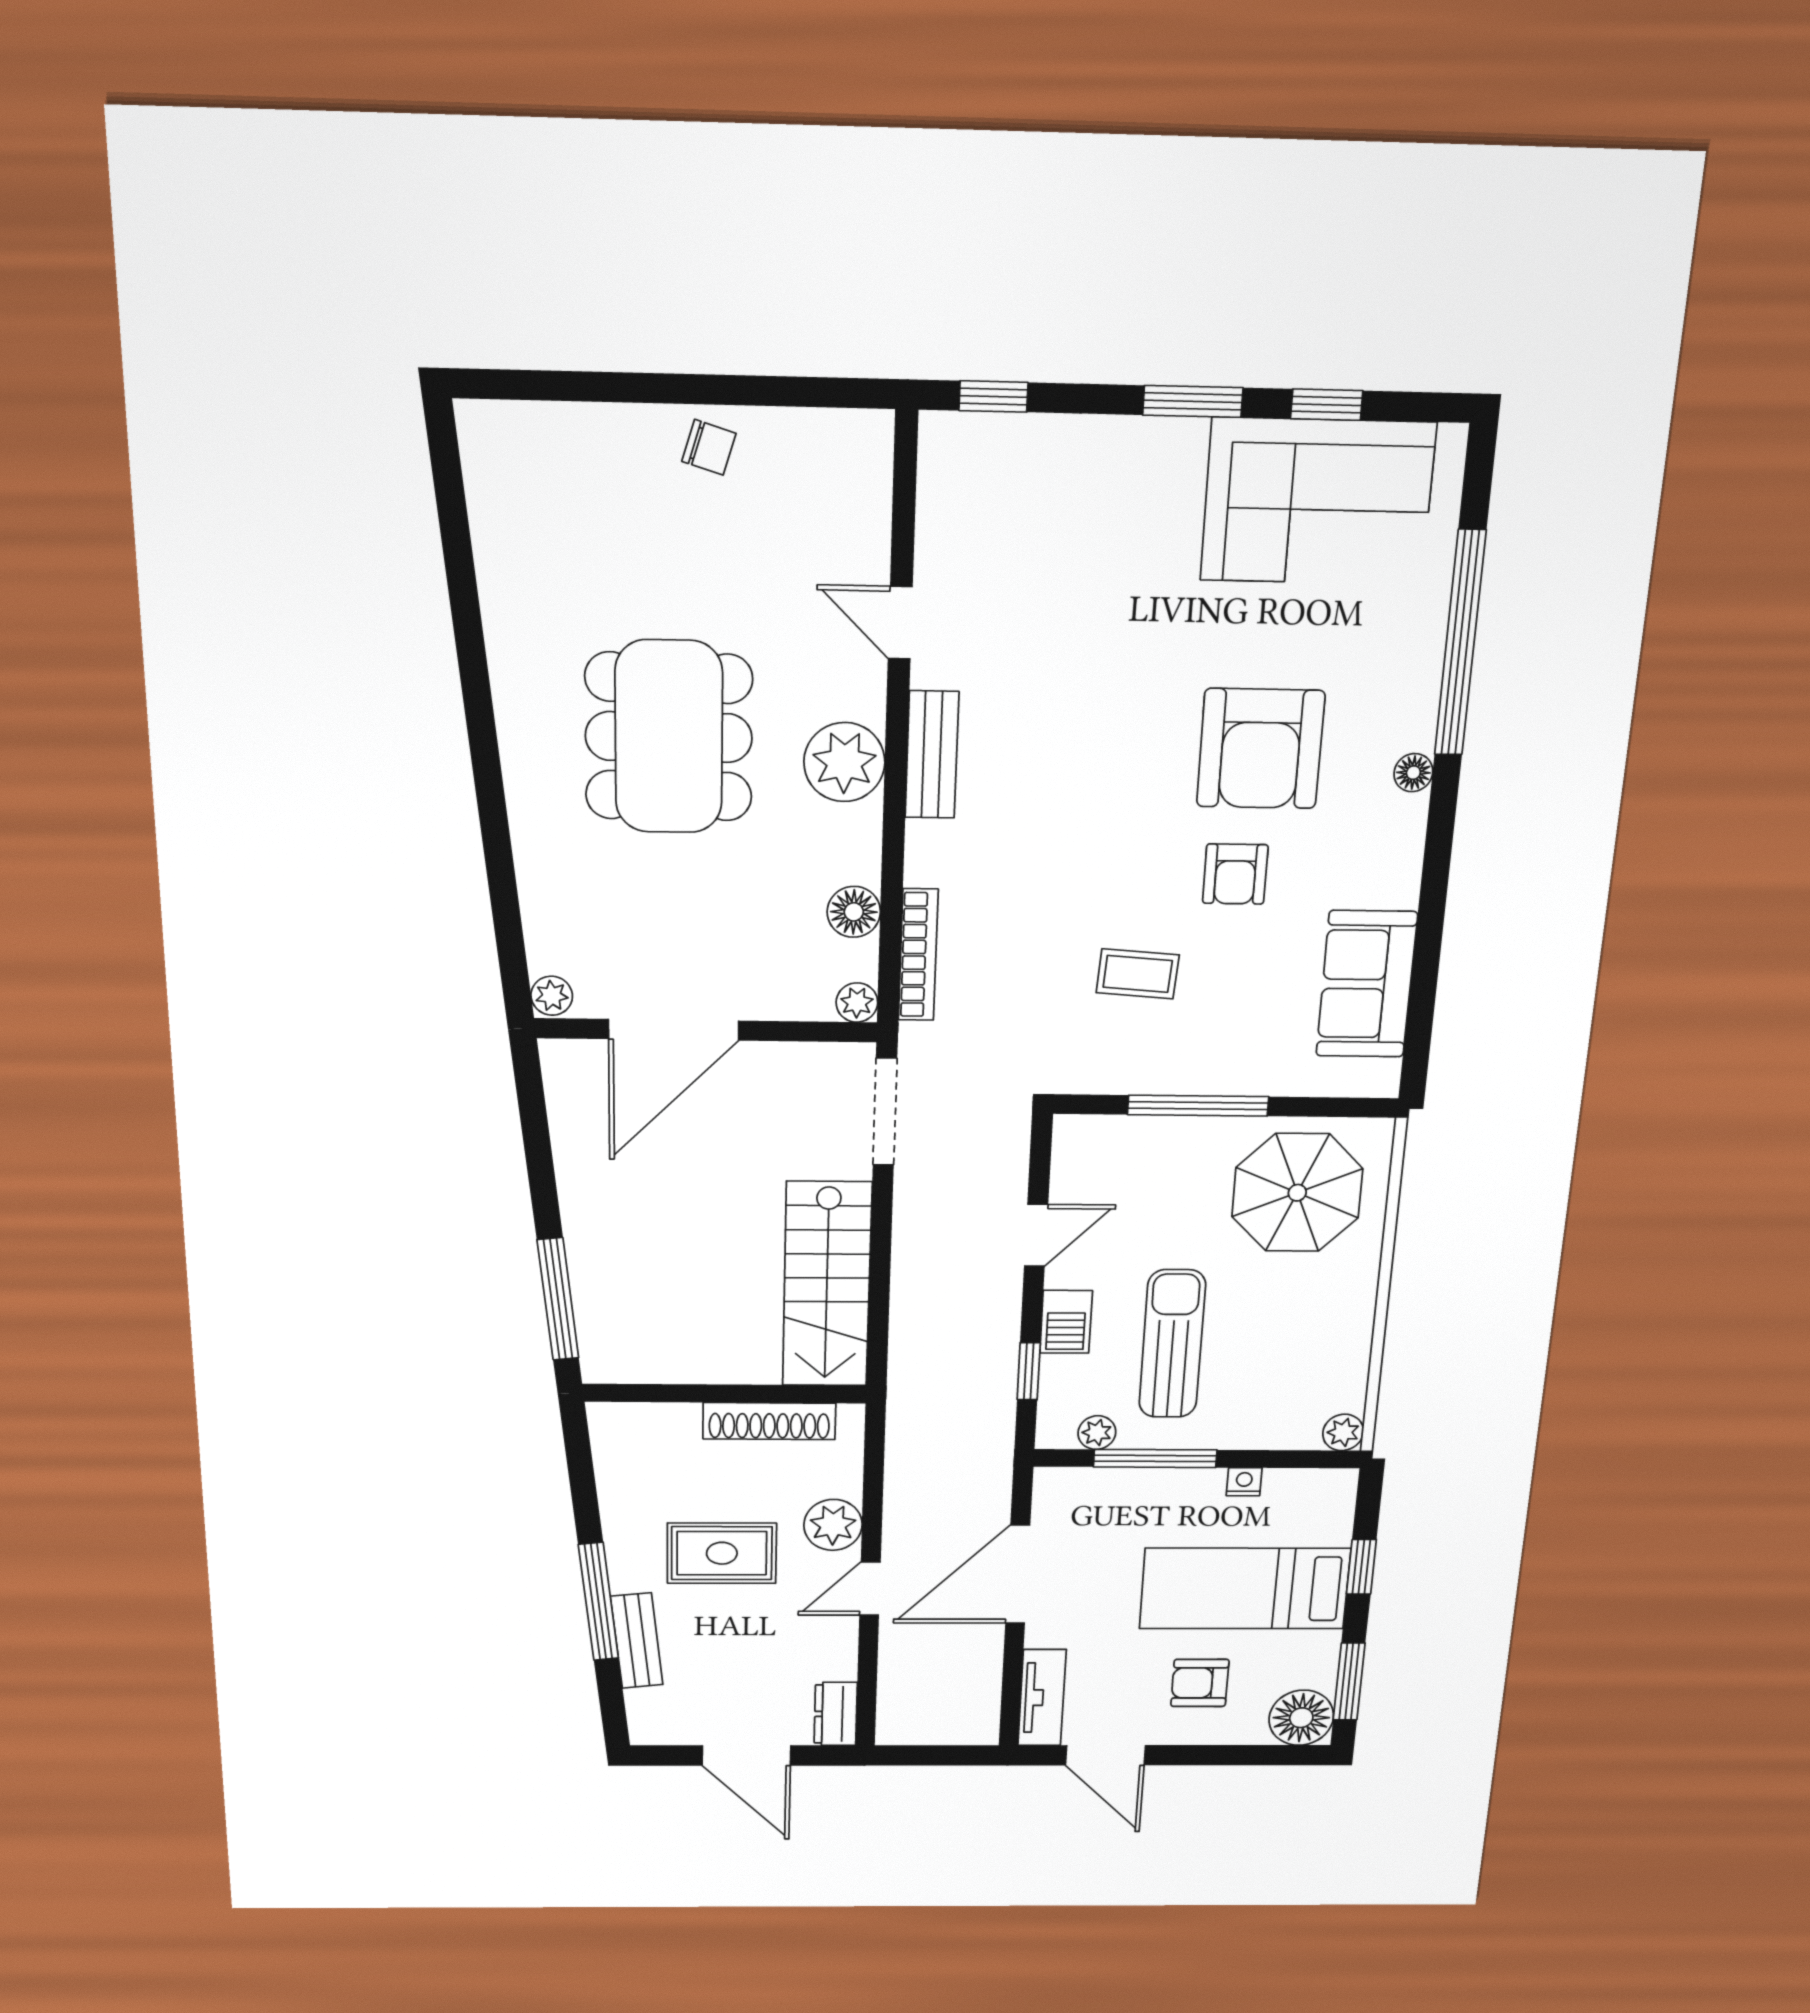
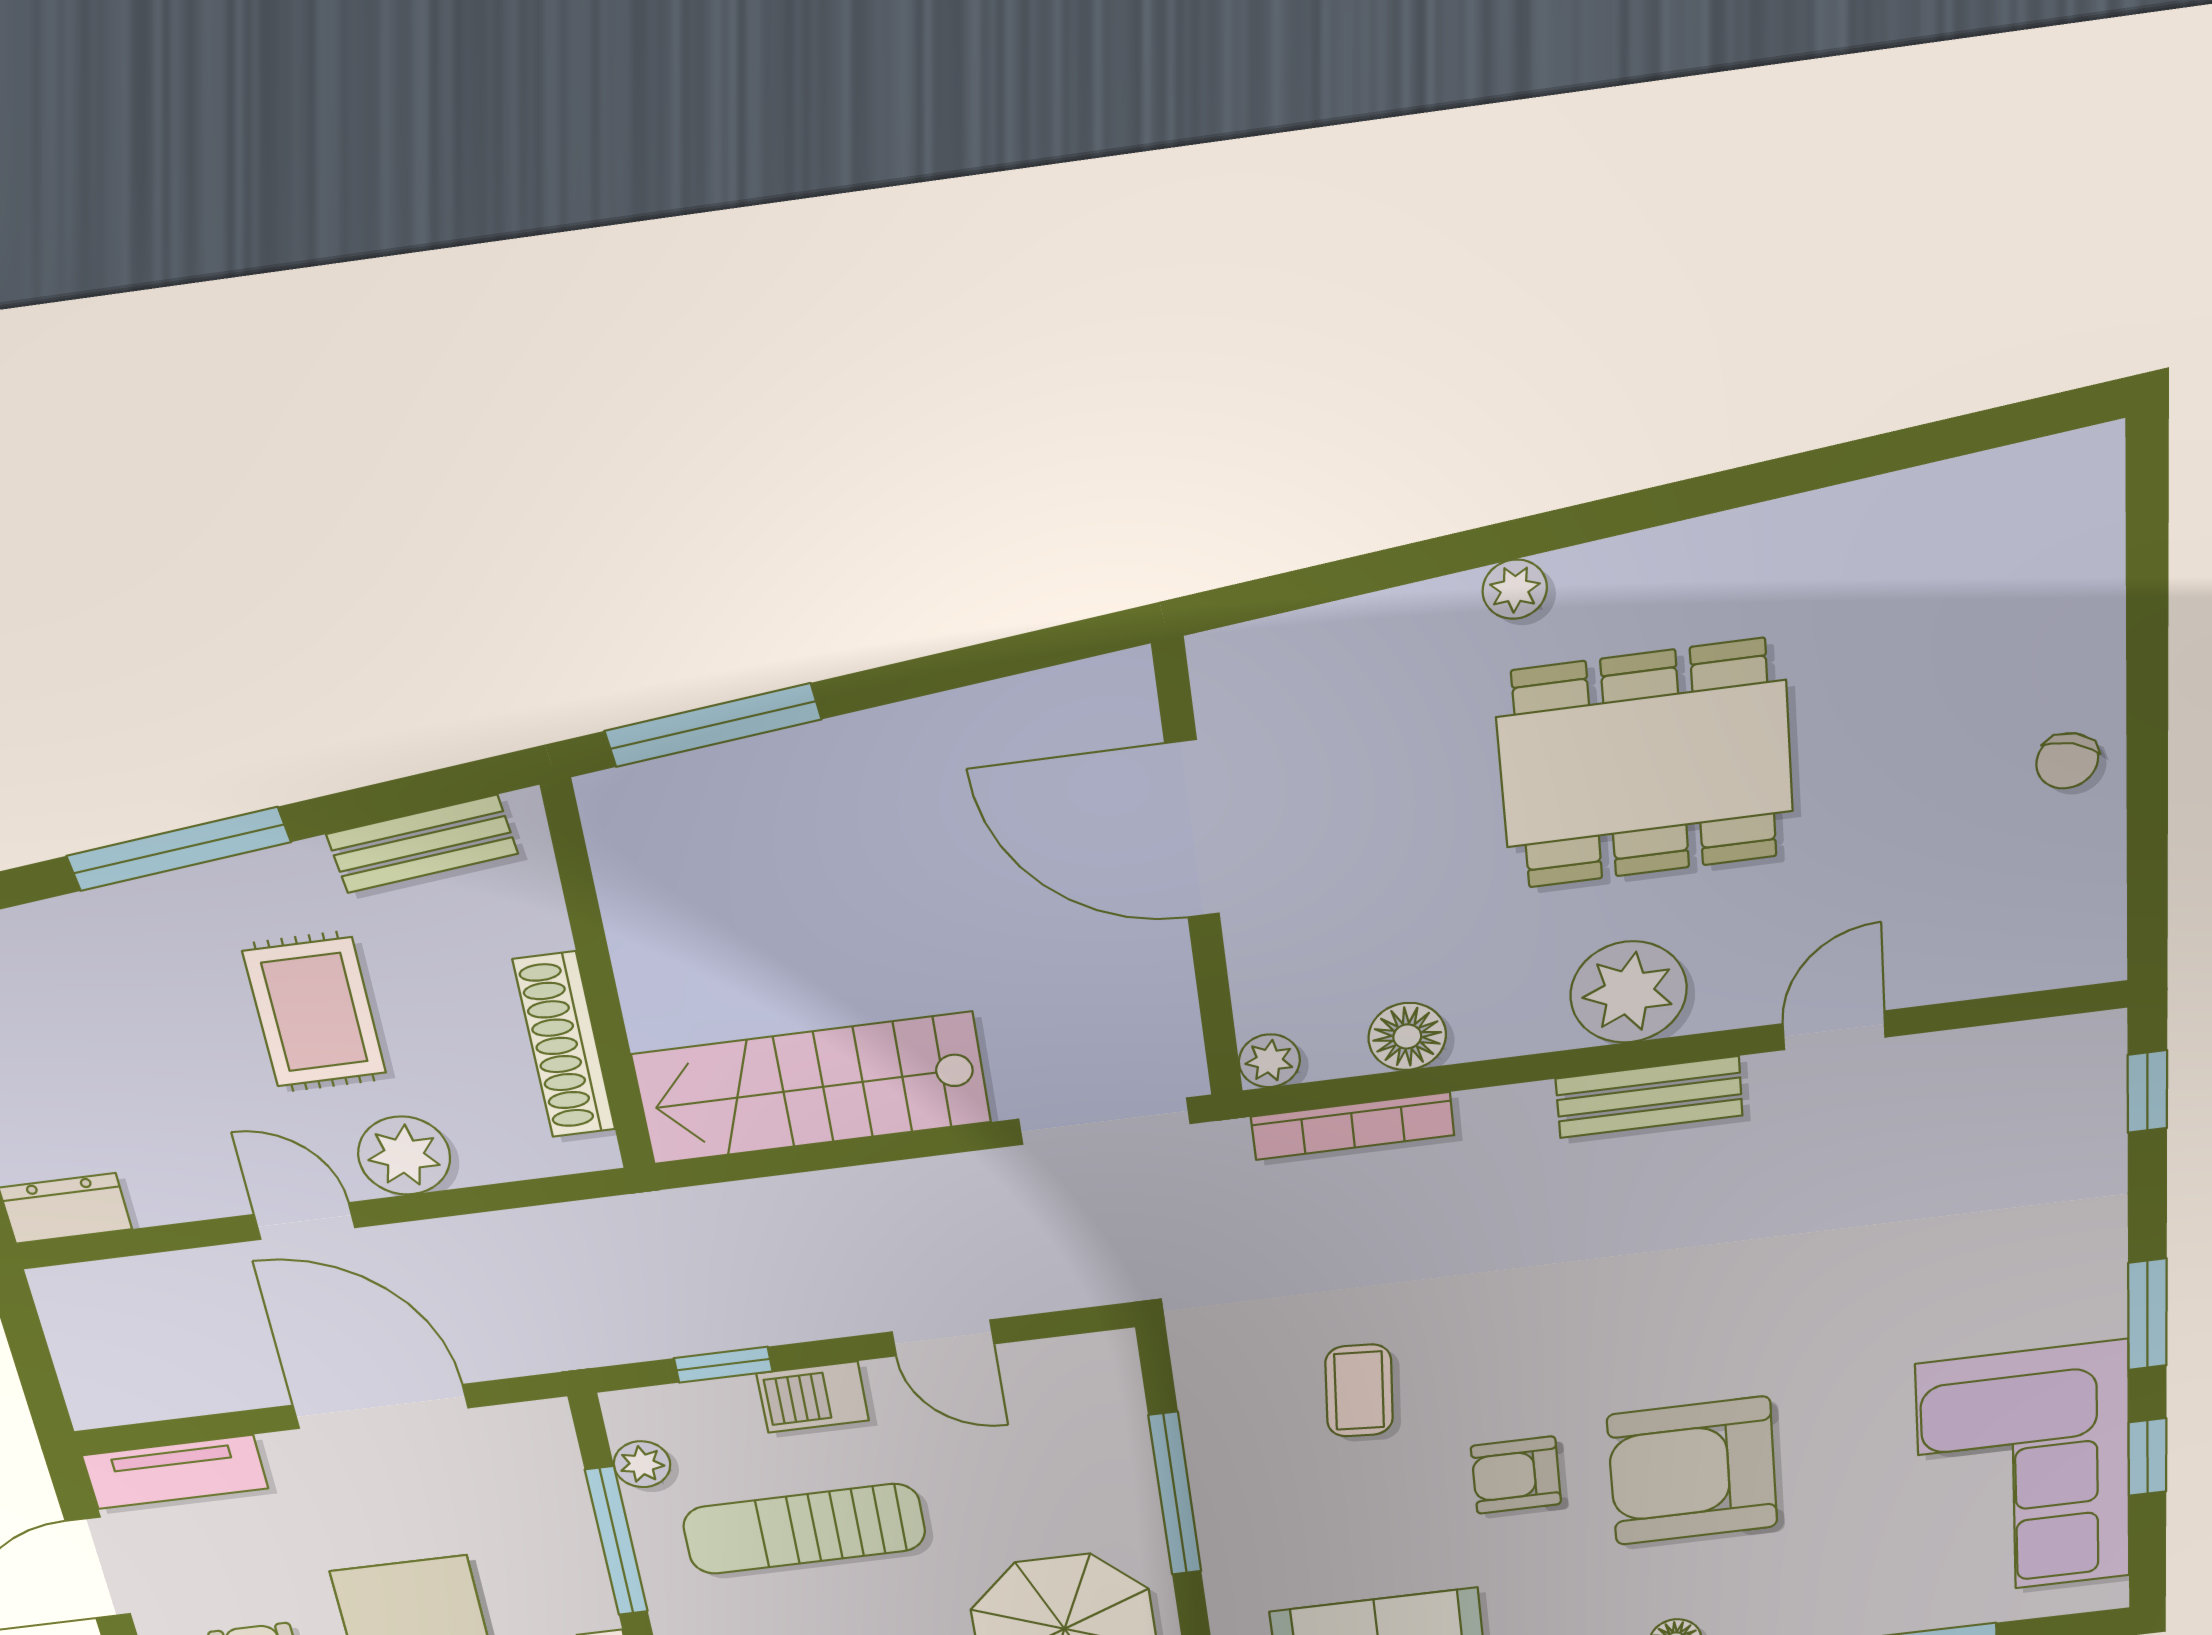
plant: (552, 996) -> (1515, 589), moved
sun lounger: (1172, 1344) -> (804, 1529), turned 180
bench: (637, 1641) -> (422, 844), moved

